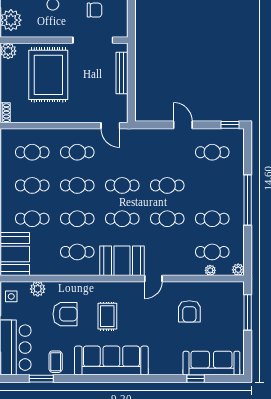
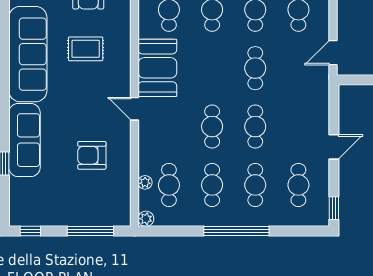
cafe table: (122, 219) -> (255, 185), moved
window: (248, 359) -> (30, 231), added
sofa: (211, 363) -> (24, 140), moved

